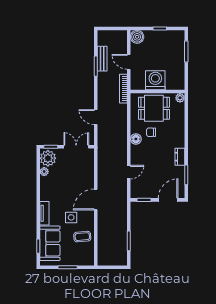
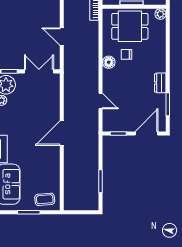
door: (129, 172) -> (101, 101), hinge flipped
side table: (71, 217) -> (33, 154), removed
coffee table: (82, 237) -> (45, 199), moved

